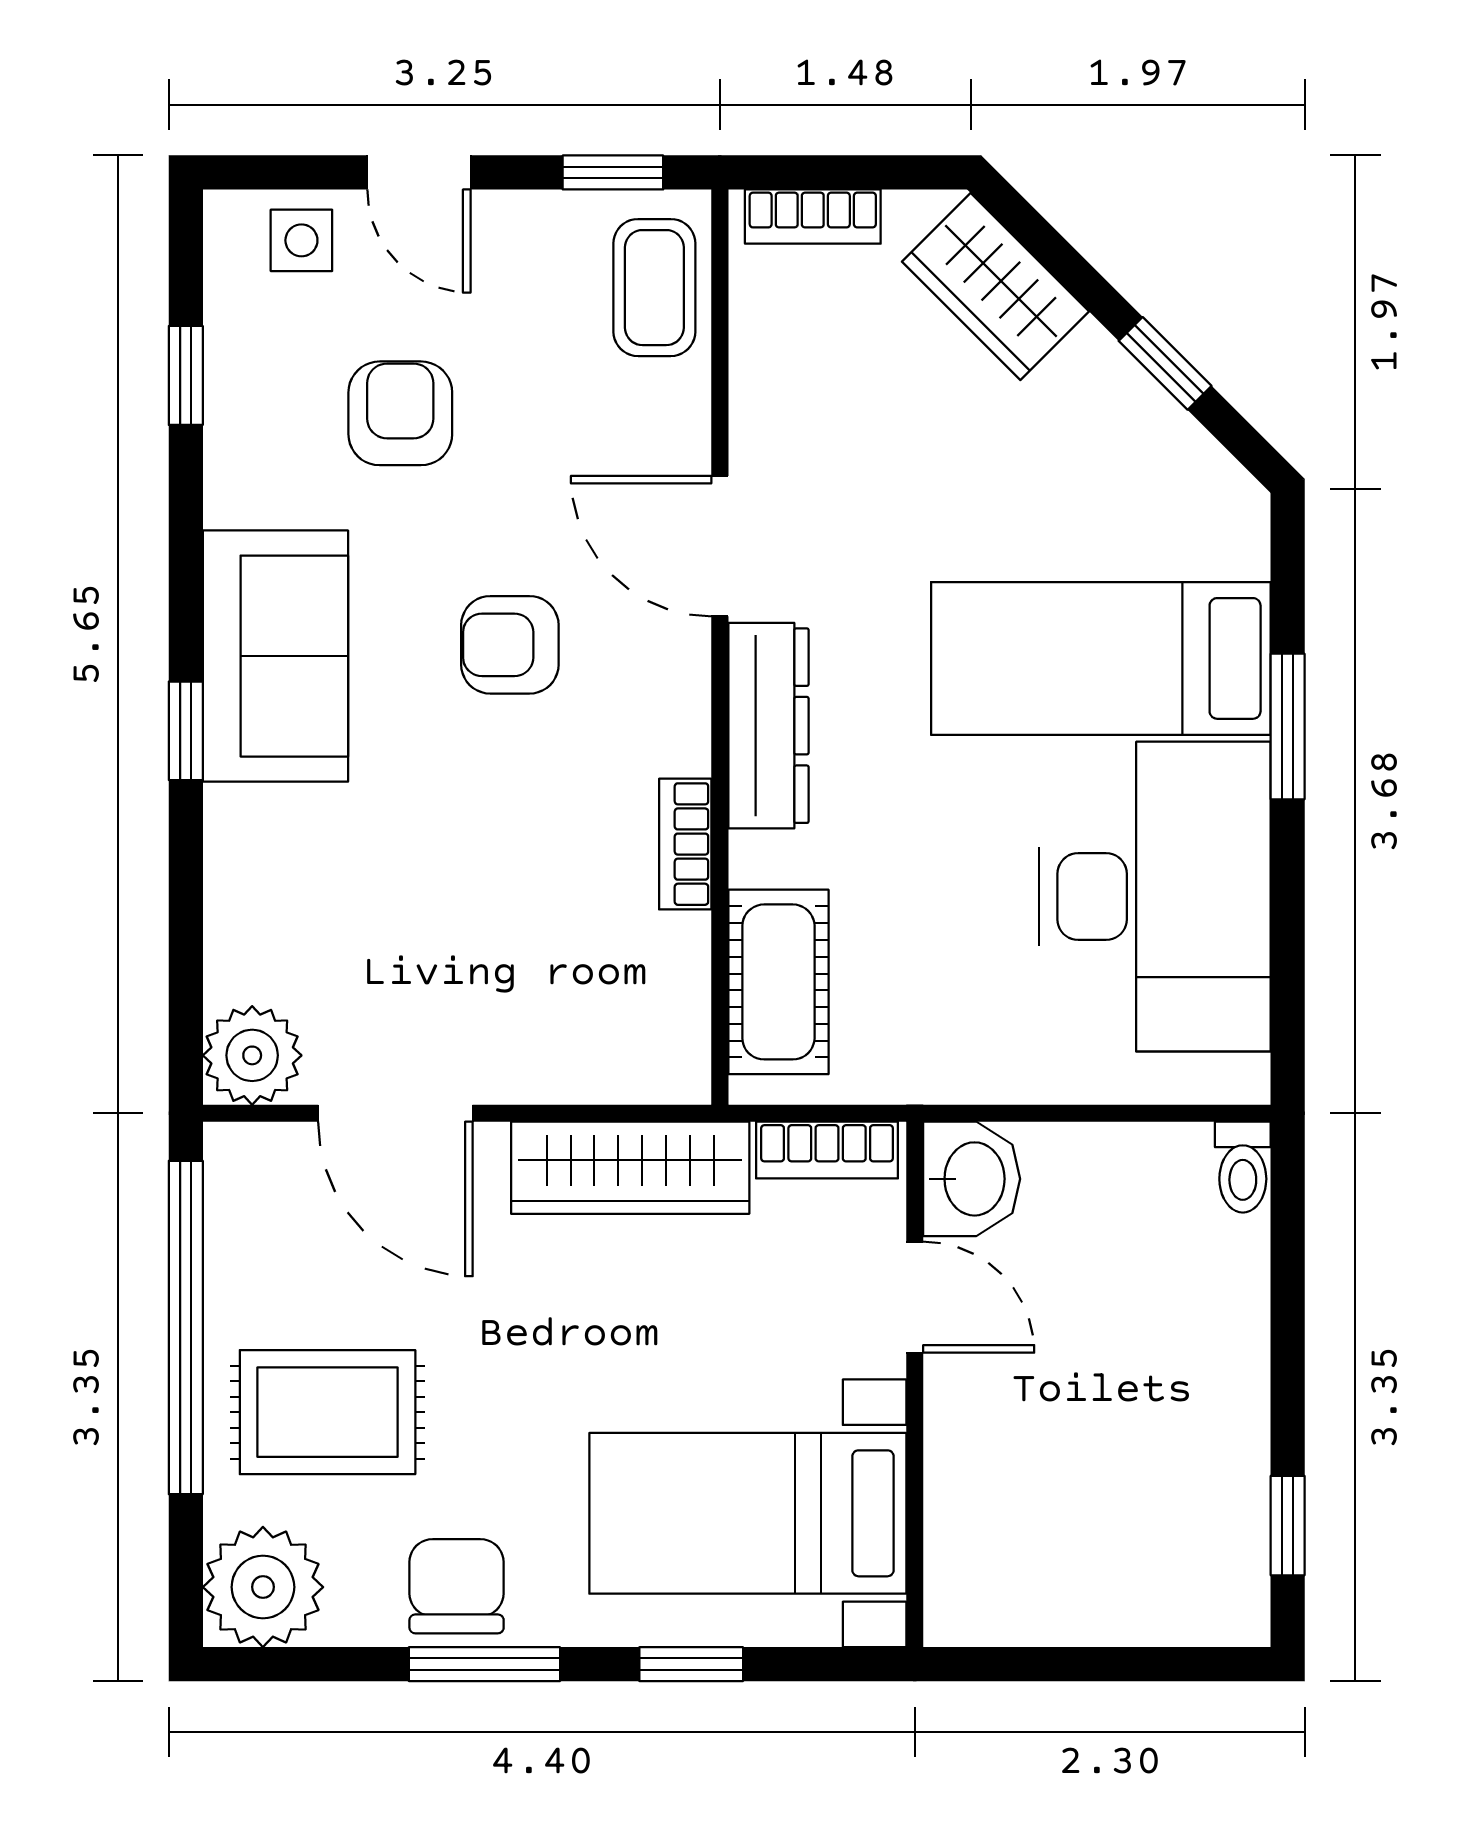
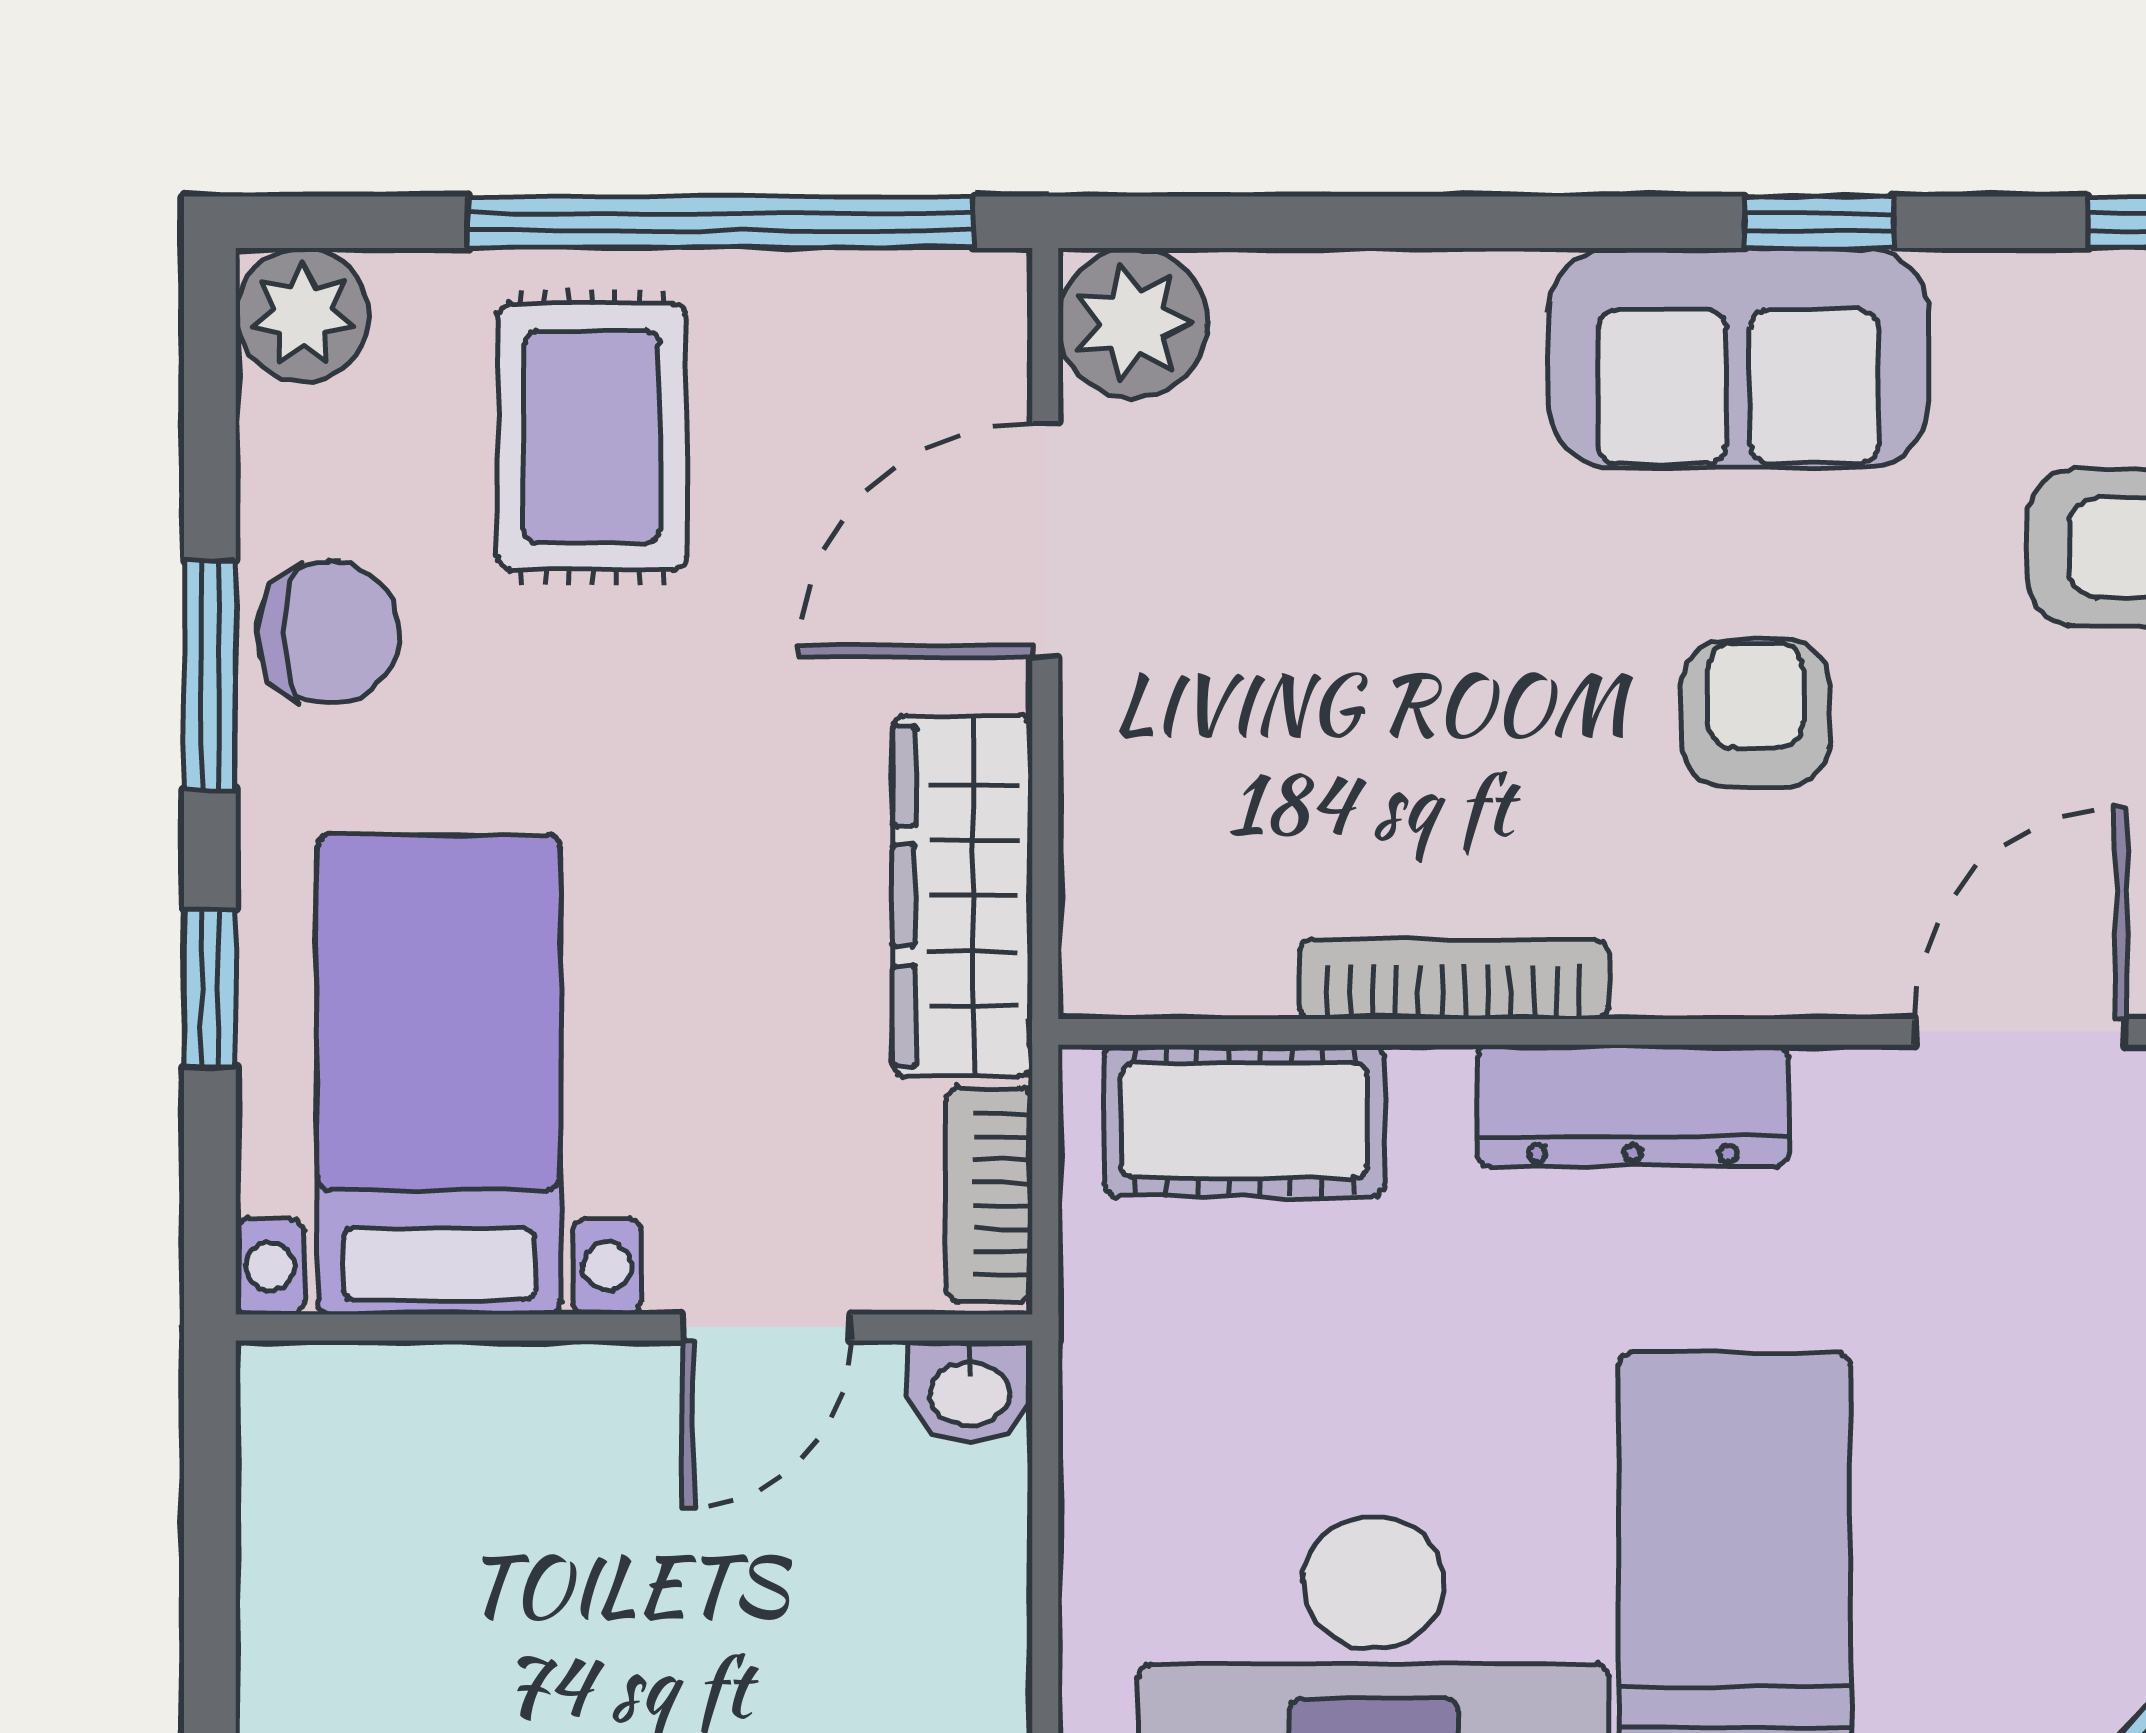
door: (720, 546) -> (2021, 1032), moved
window: (186, 731) -> (1819, 222), moved
bookcase: (685, 844) -> (1453, 979), width x1.56
washbasin: (972, 1179) -> (970, 1391), width x0.72, depth x0.69
plant: (263, 1587) -> (303, 315), width x0.73, depth x0.73

